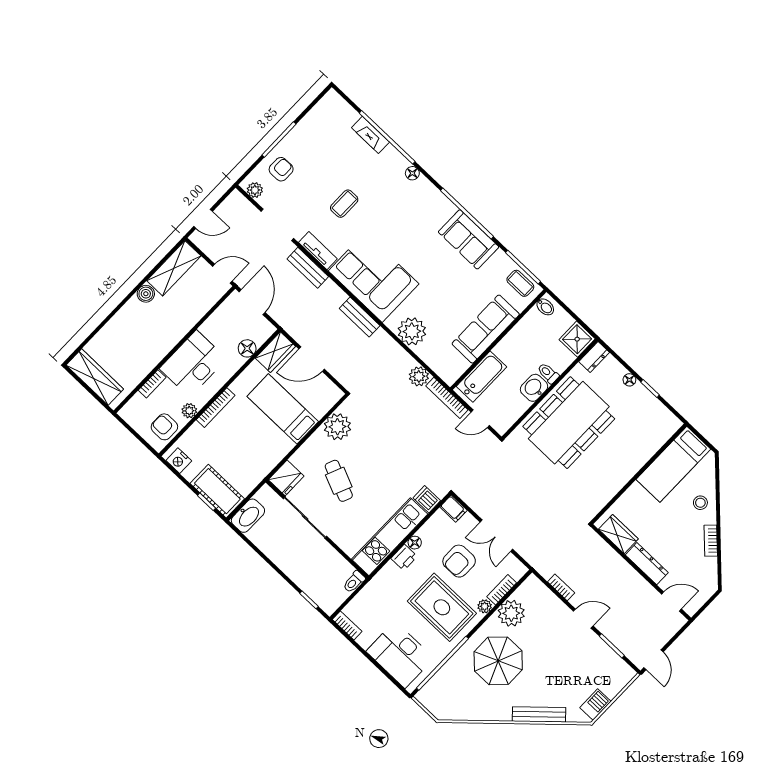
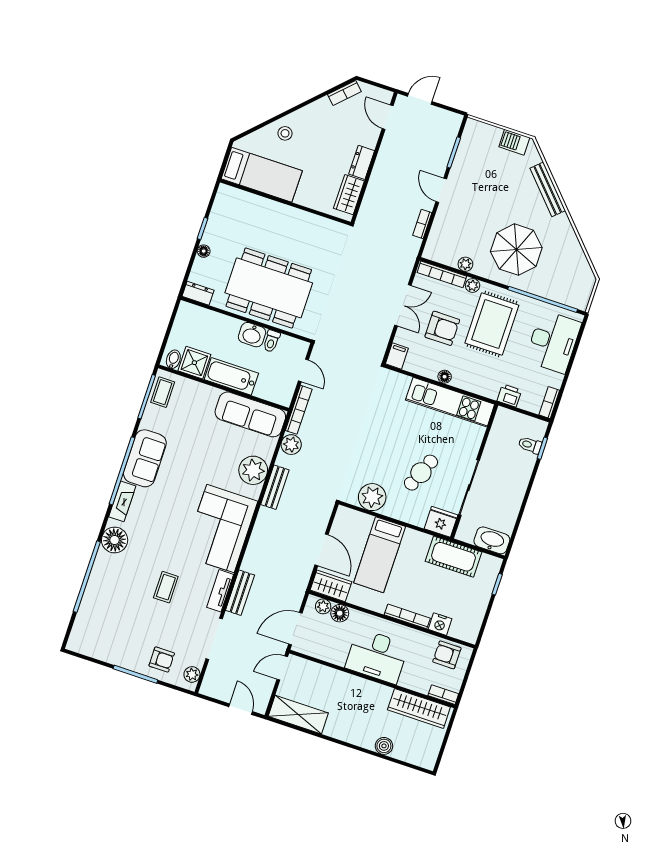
fireplace: (370, 135) -> (122, 501), moved
armchair: (281, 169) -> (162, 660), turned 180
floor lamp: (412, 173) -> (115, 540), width x1.89, depth x1.89
coffee table: (344, 204) -> (166, 587), turned 90
door: (222, 274) -> (282, 668), hinge flipped
boiler: (146, 294) -> (384, 746), moved
bench: (360, 317) -> (275, 487), moved
sofa: (486, 329) -> (250, 414), moved
shower: (577, 339) -> (194, 363), moved
toilet: (548, 373) -> (271, 341), moved
wardrobe: (95, 377) -> (419, 708), moved, turned -90
bathtub: (482, 377) -> (231, 376), moved
bookcase: (152, 384) -> (443, 695), moved
plant: (189, 411) -> (323, 606), moved
armchair: (164, 427) -> (447, 655), turned 90
nightstand: (179, 461) -> (440, 624), moved, turned 90
cot: (217, 491) -> (453, 557), moved, turned 90
dishwasher: (427, 499) -> (400, 384), removed
bookcase: (711, 541) -> (344, 93), moved
printer: (404, 557) -> (509, 396), moved
dresser: (647, 564) -> (362, 162), width x0.70
toilet: (354, 582) -> (530, 445), moved, turned 180
bookcase: (502, 590) -> (442, 274), width x1.56
plant: (511, 613) -> (465, 264), width x0.53, depth x0.53
door: (654, 660) -> (420, 99), moved

